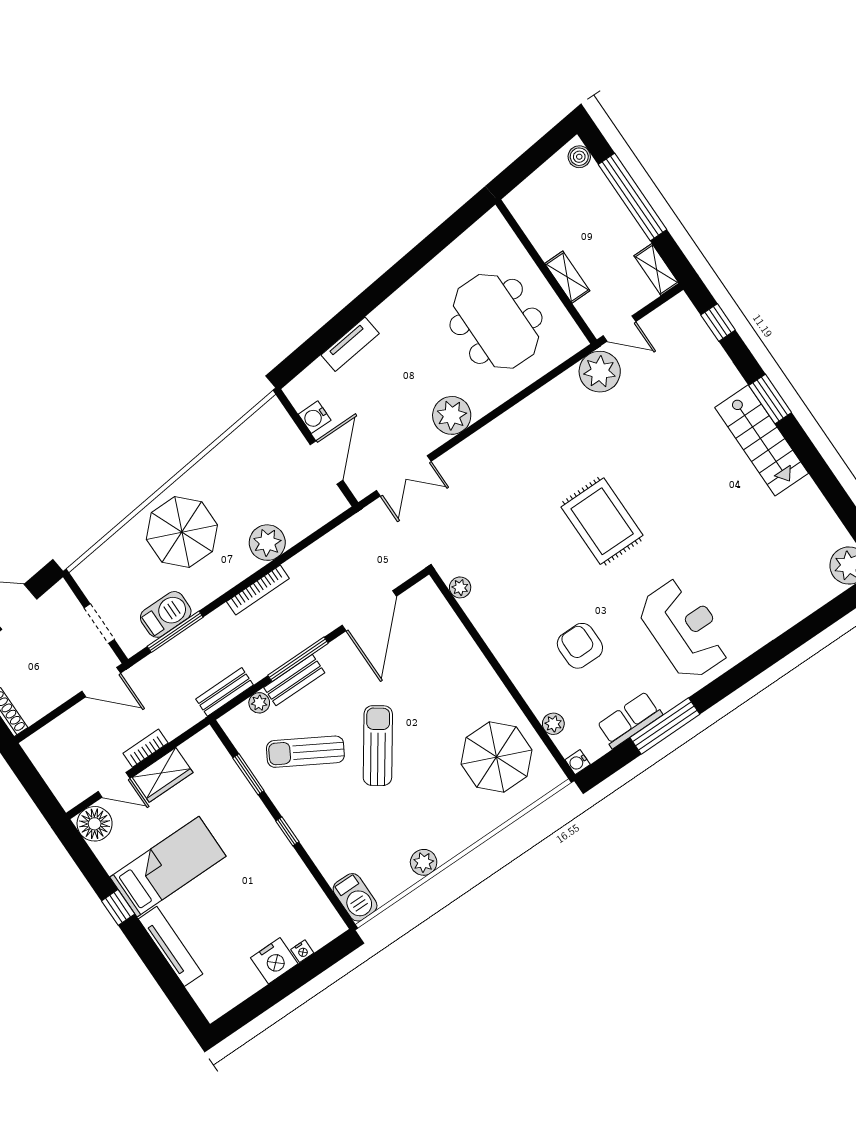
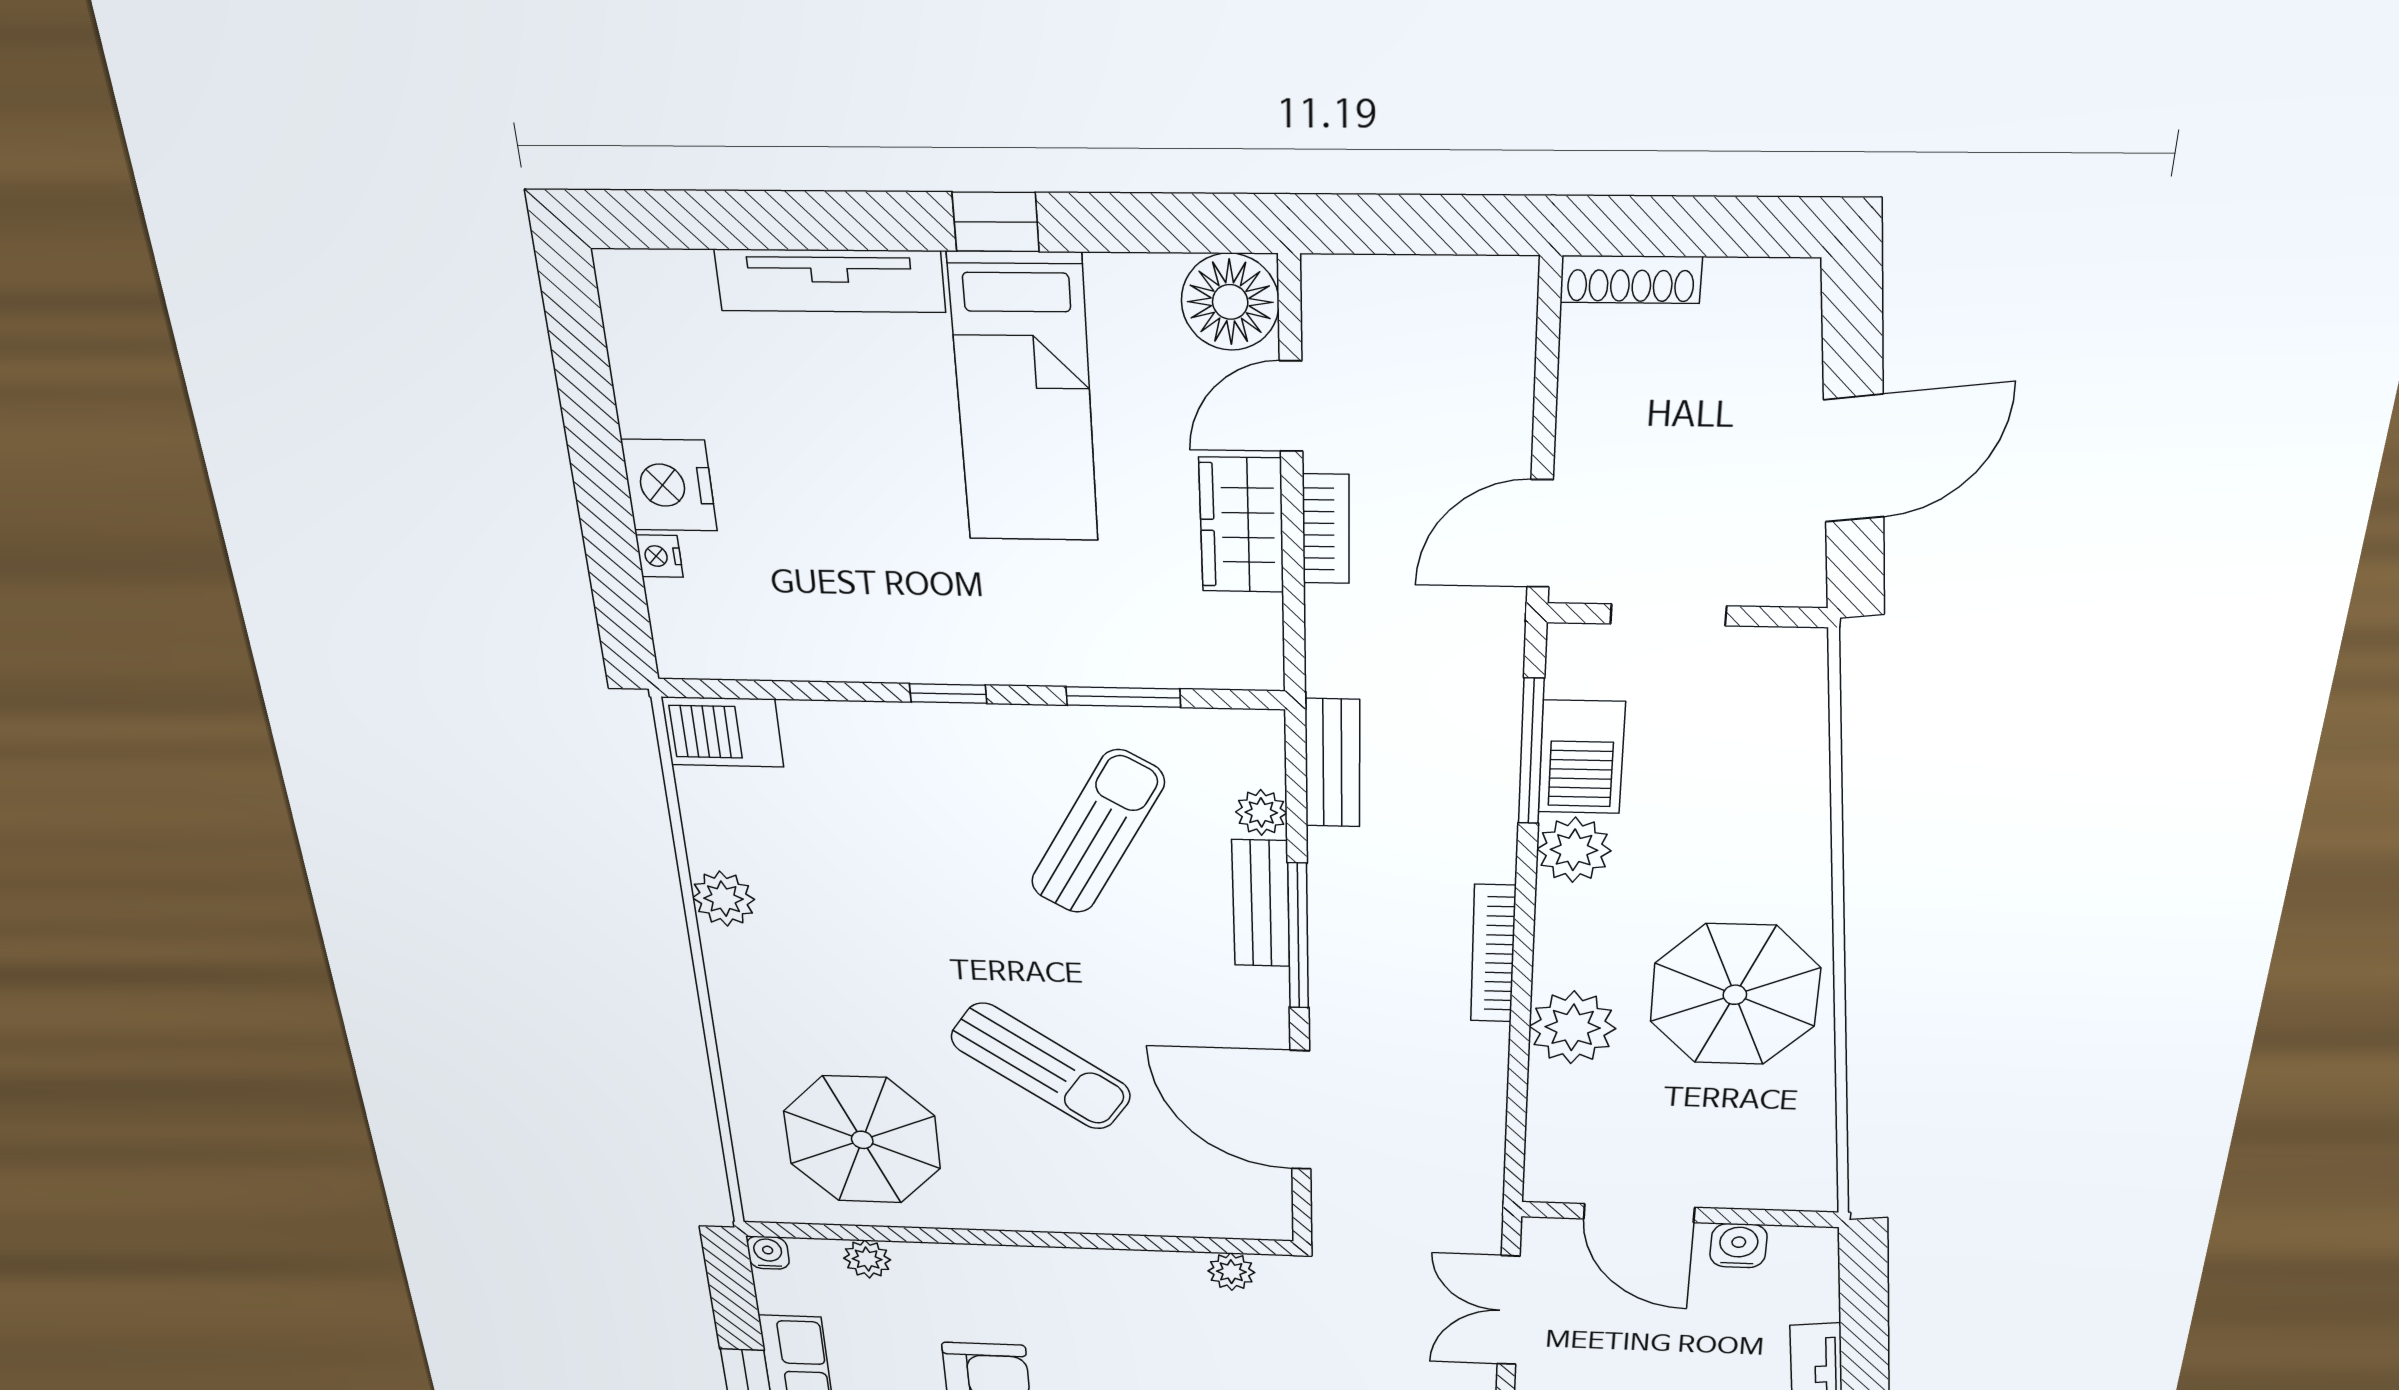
parasol: (182, 532) -> (1735, 995), moved
plant: (200, 592) -> (1574, 850), added
sun lounger: (378, 746) -> (1041, 1067), moved

